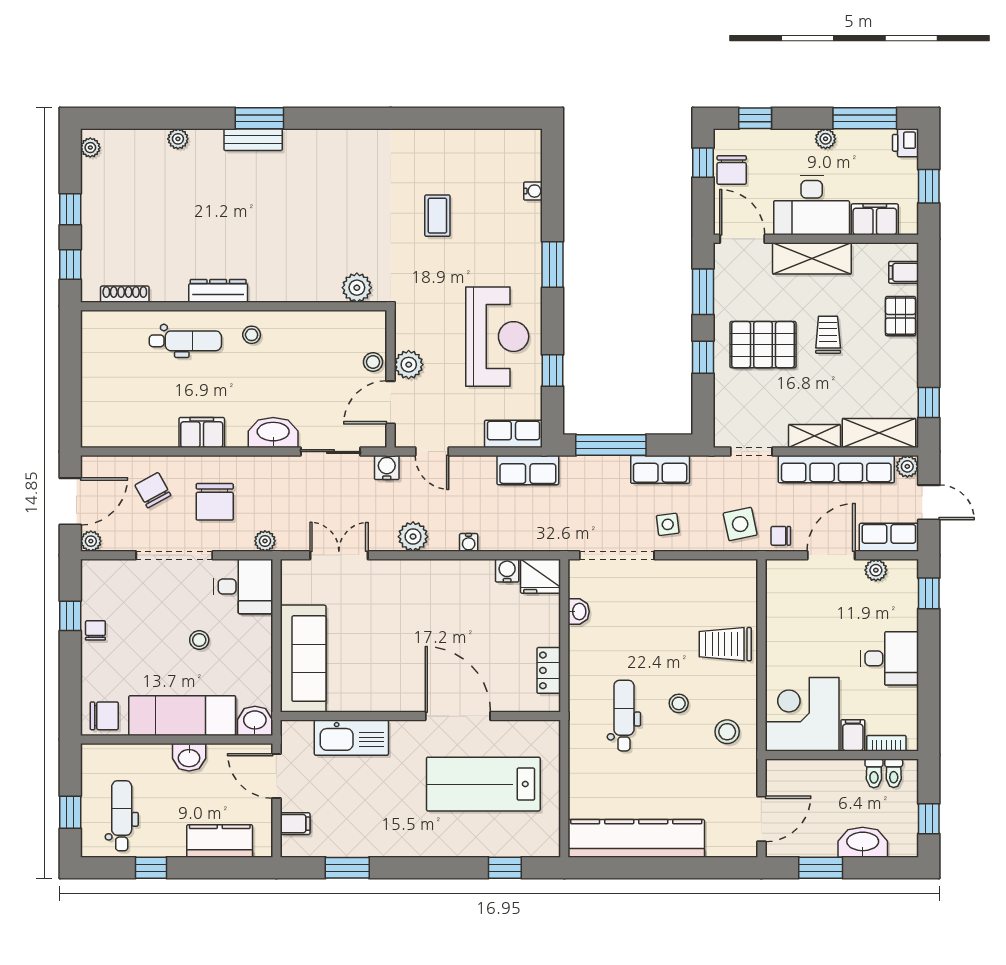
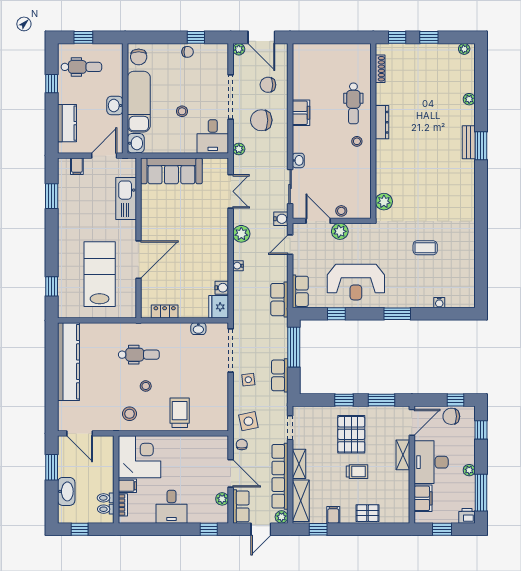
shelving: (812, 258) -> (403, 455), width x0.67, depth x0.75
filing cabinet: (904, 272) -> (333, 515), moved
washbasin: (273, 432) -> (298, 160), width x0.52, depth x0.69
chair: (153, 490) -> (268, 85), turned -151

